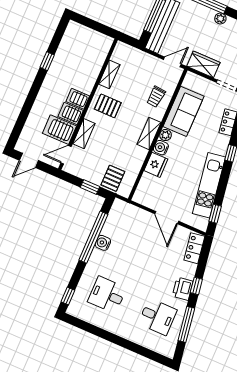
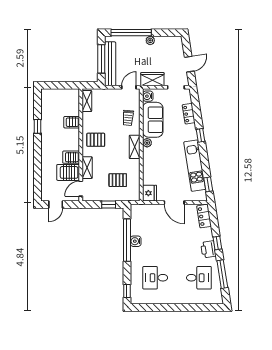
shelving: (109, 74) -> (87, 101), moved
server rack: (78, 99) -> (72, 122), moved
water cooler: (161, 148) -> (148, 96), moved
fridge: (156, 165) -> (150, 193), moved
pallet: (113, 178) -> (118, 180), moved, turned 90

